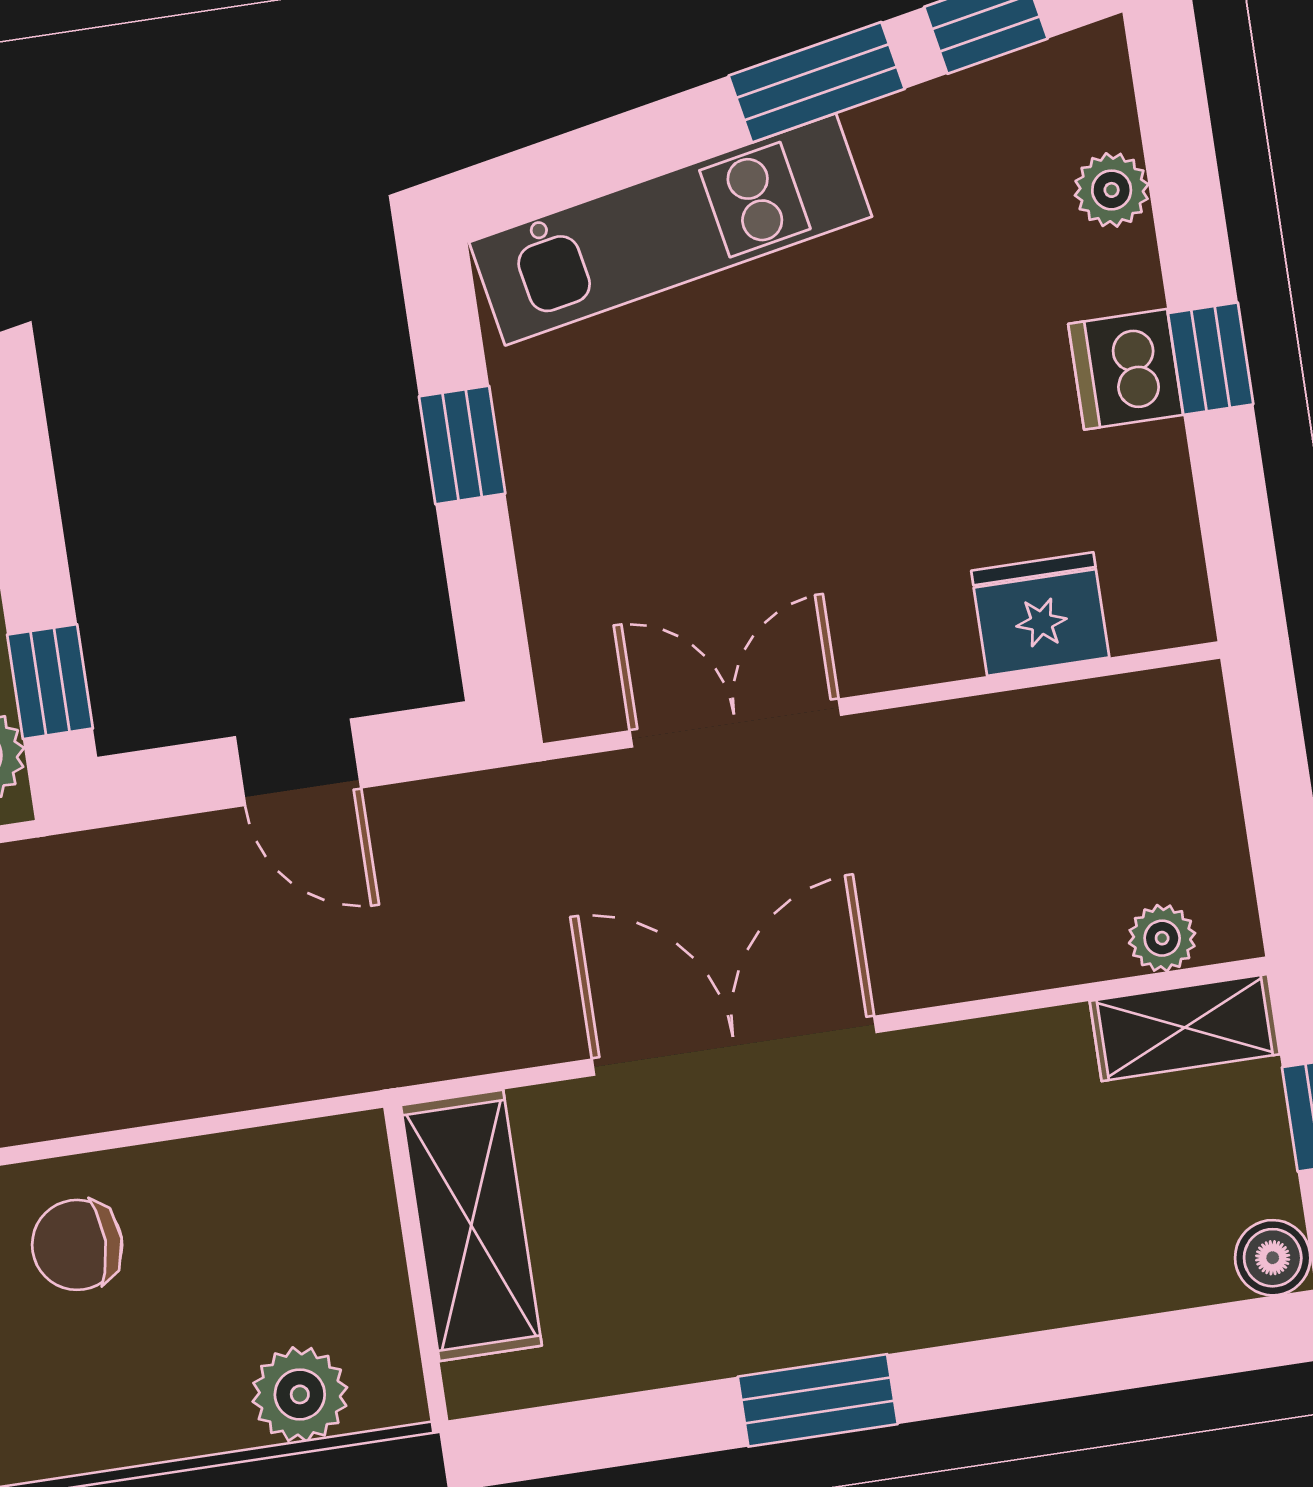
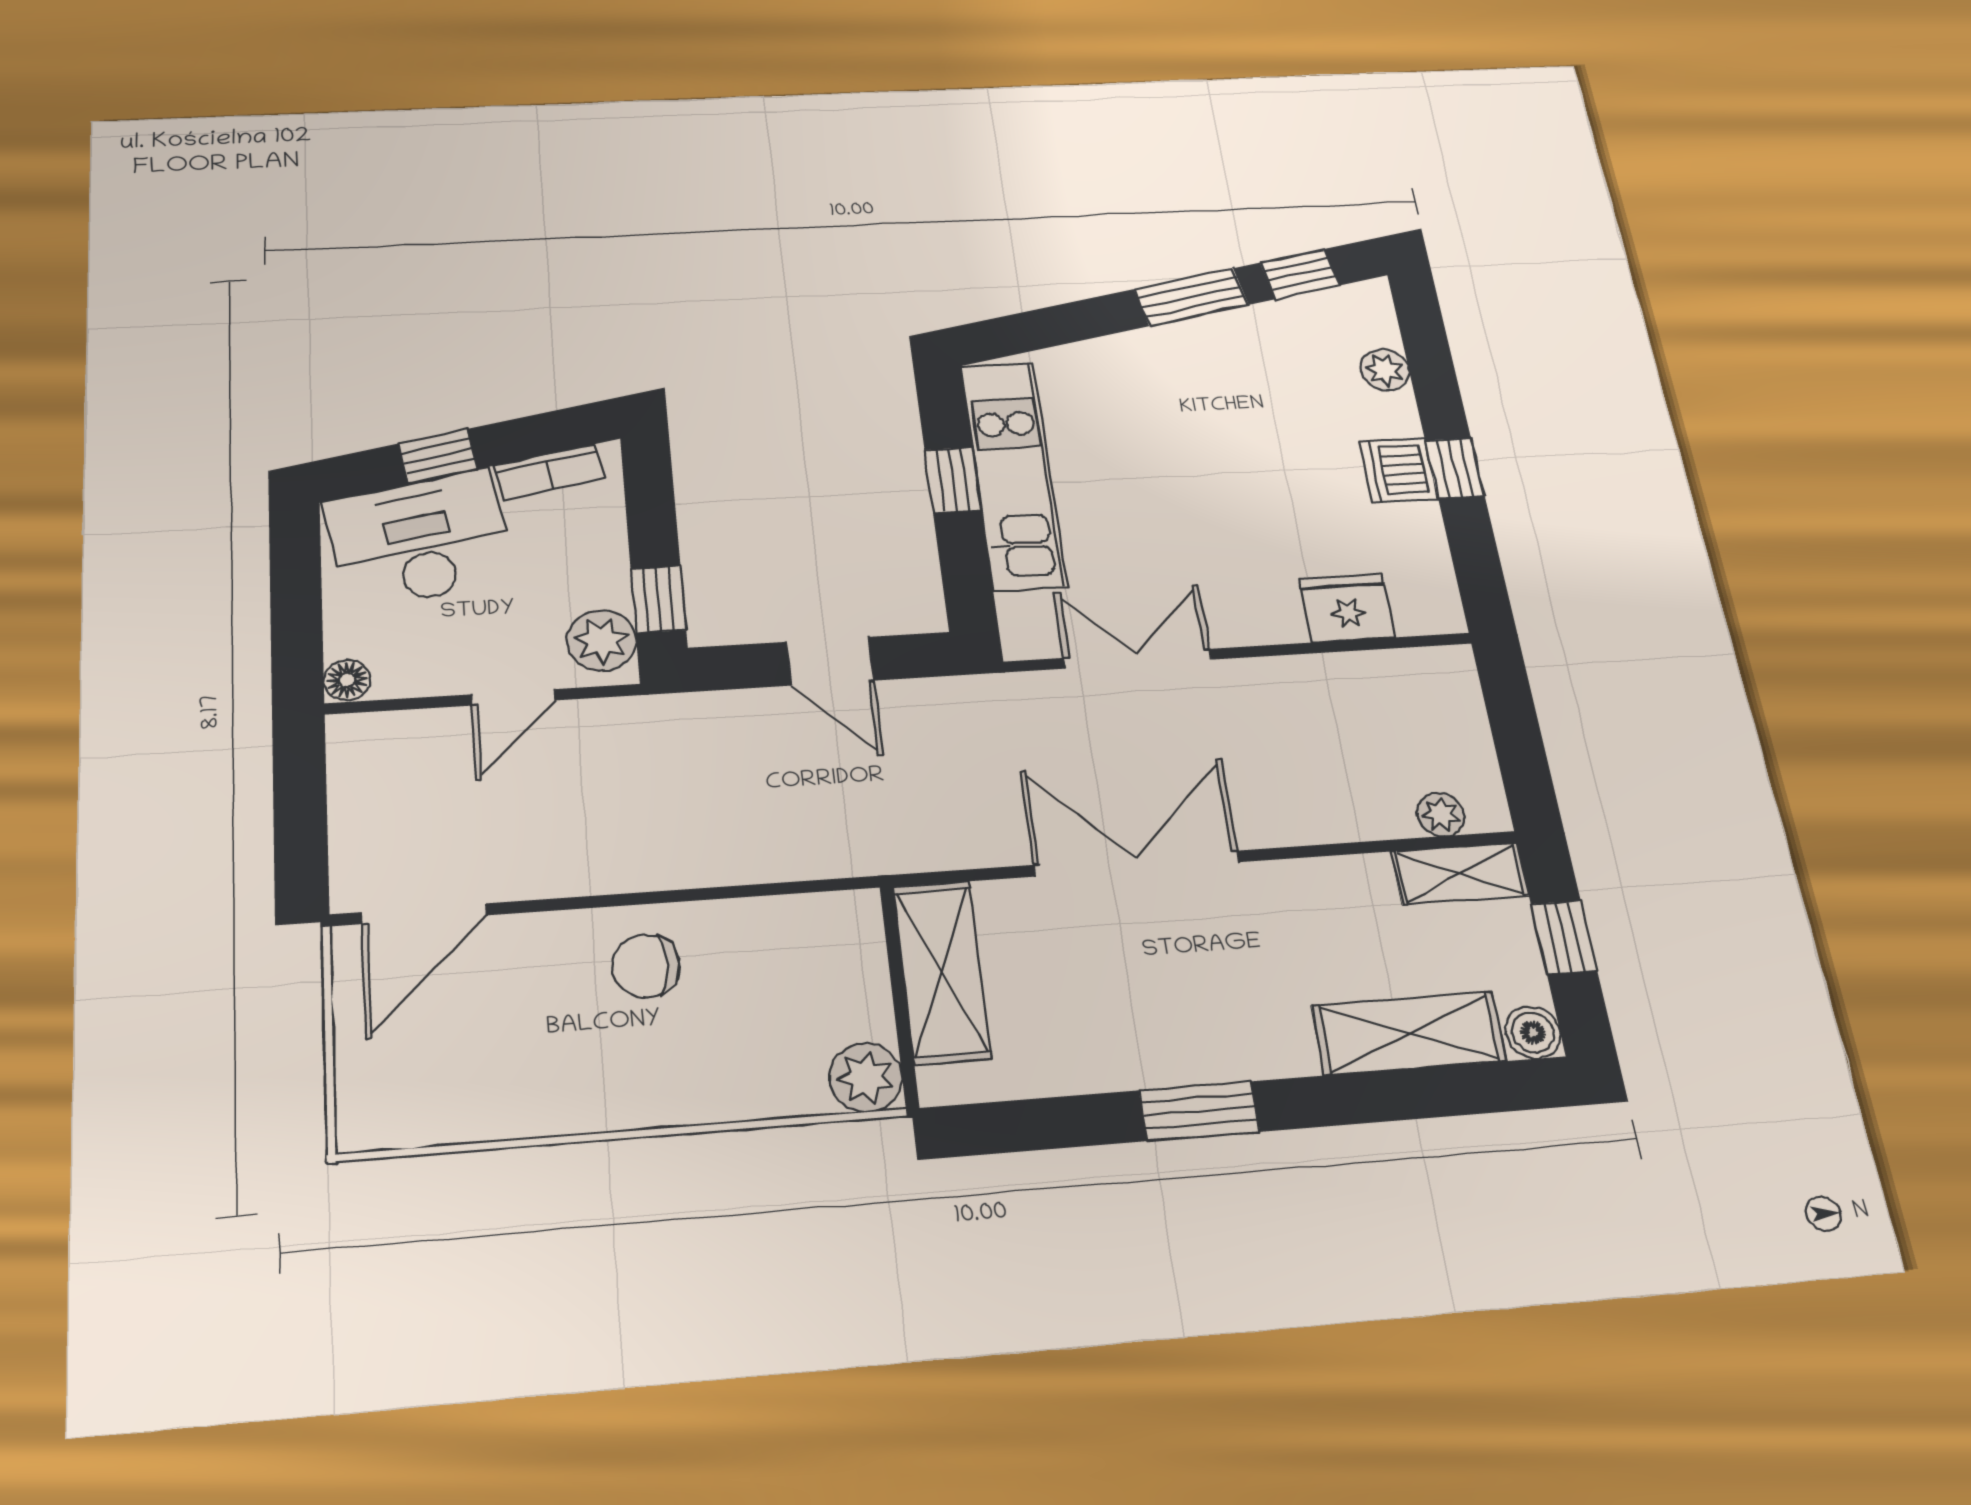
kitchen unit: (671, 229) -> (1013, 475), moved, turned -79
shelving: (1103, 1271) -> (1409, 1033), added
plant: (300, 1394) -> (866, 1078), moved

